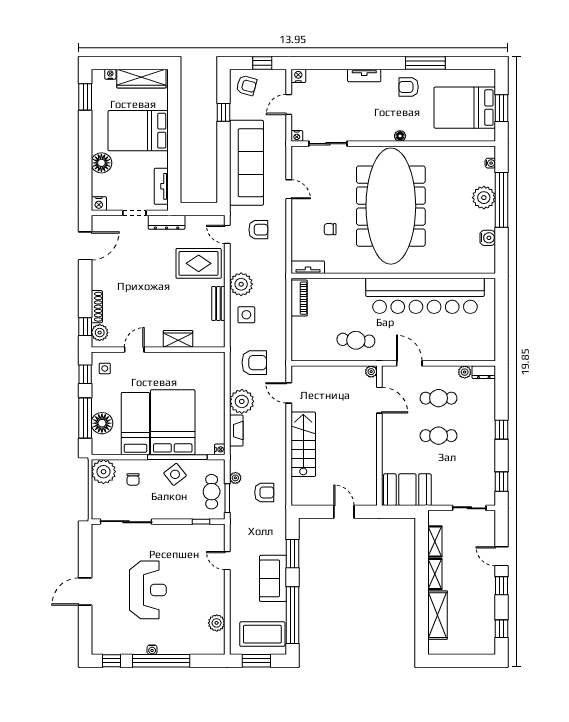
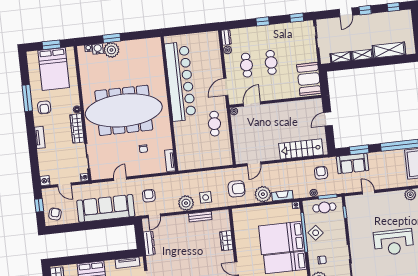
window: (223, 112) -> (74, 227), removed
wardrobe: (372, 133) -> (77, 128), added
window: (502, 200) -> (112, 38), width x0.47
dresser: (167, 222) -> (149, 243), moved
water cooler: (488, 238) -> (98, 49), moved
rug: (199, 263) -> (175, 233), removed
piano: (299, 298) -> (191, 164), removed
armchair: (254, 363) -> (237, 189), turned 90
stairs: (303, 444) -> (301, 149), moved
door: (227, 561) -> (369, 192), swing flipped
sofa: (273, 578) -> (352, 164), moved
reception desk: (148, 590) -> (394, 242), turned 180

